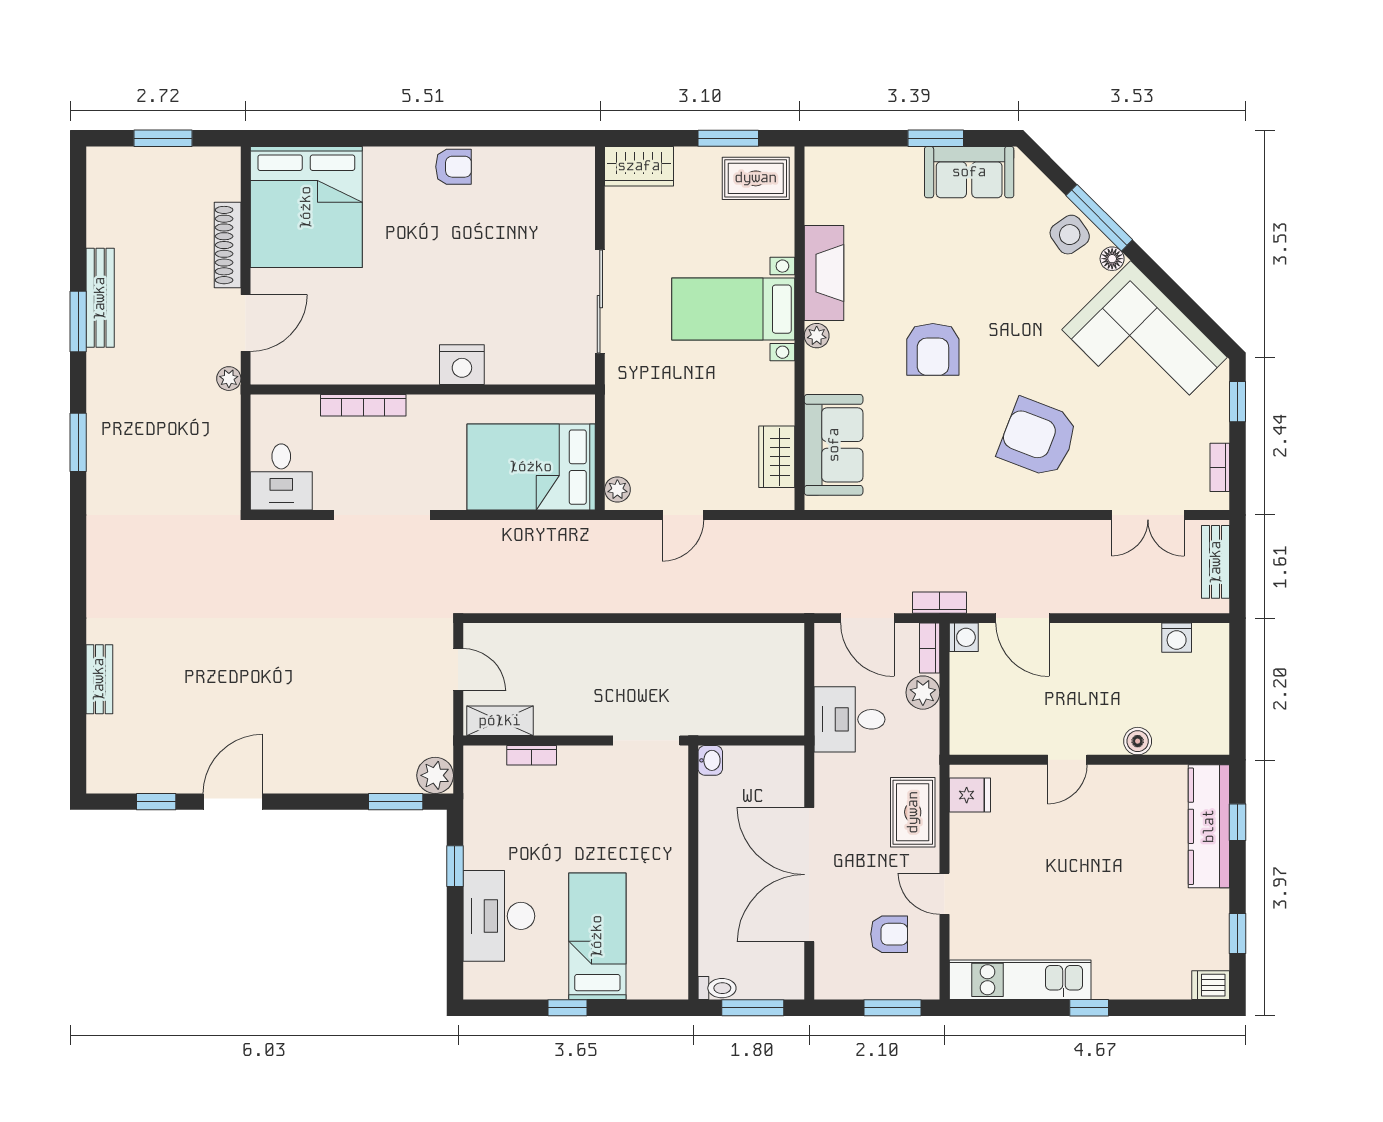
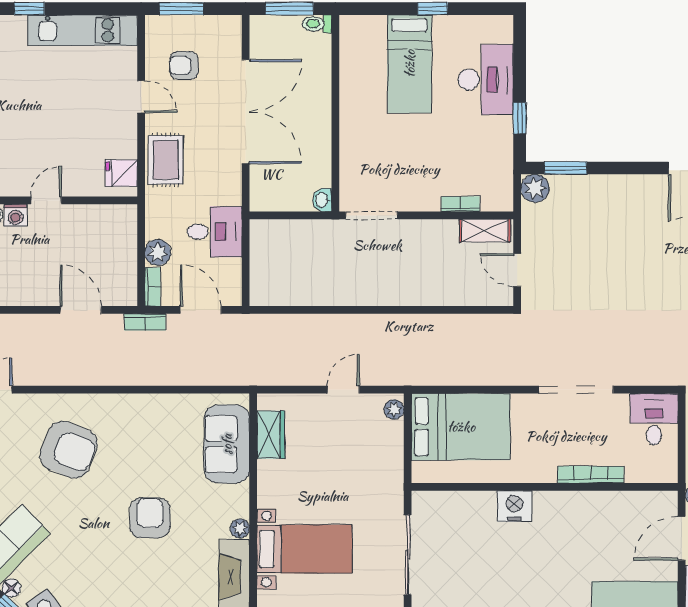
washing machine: (964, 637) -> (15, 215), moved, turned -90

